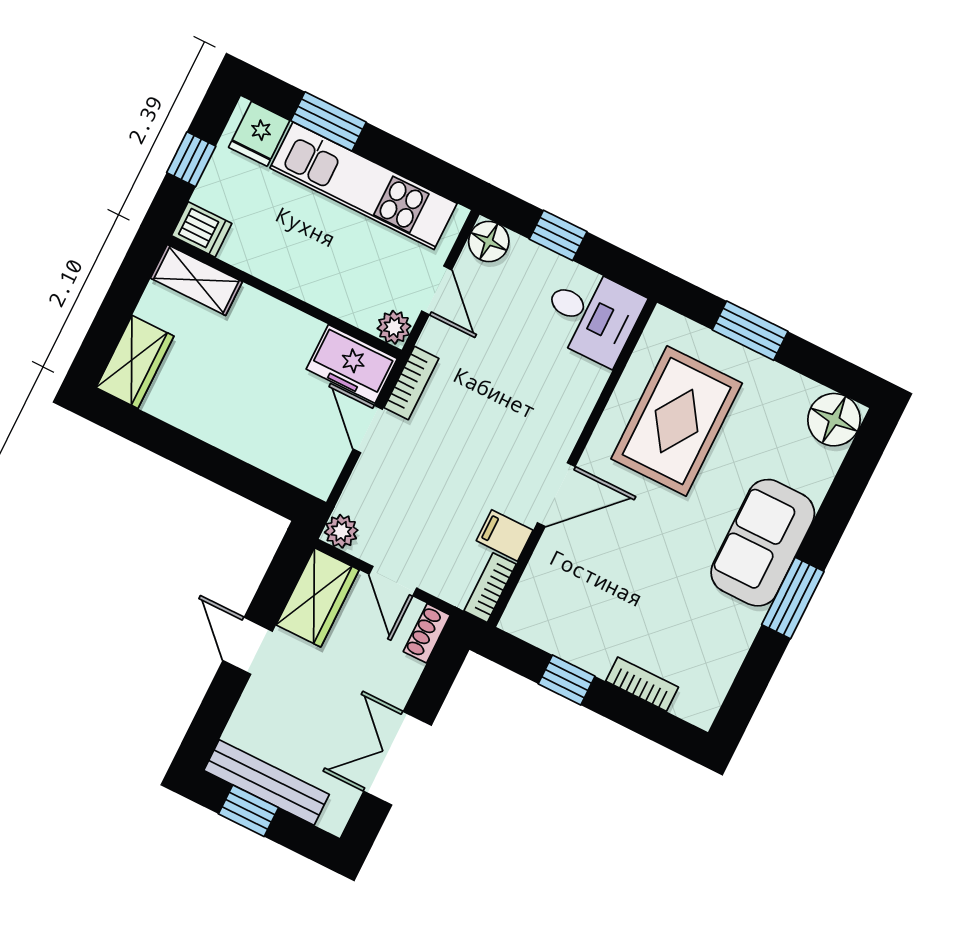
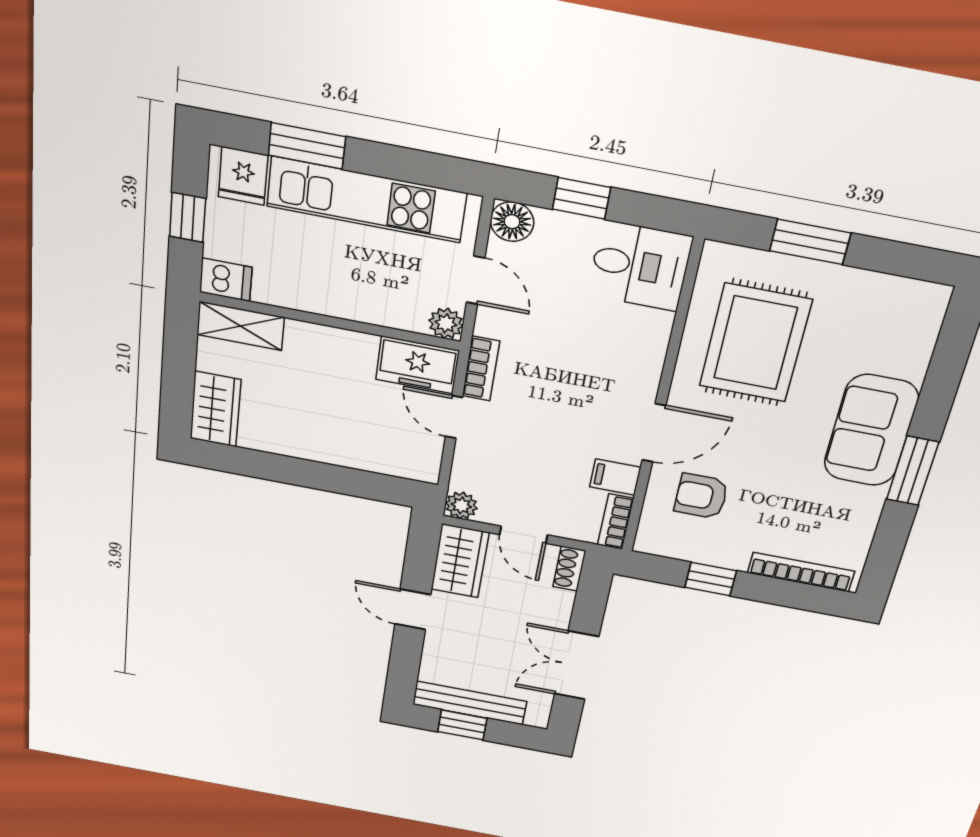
floor lamp: (834, 420) -> (920, 305), removed
armchair: (583, 578) -> (701, 496), added
bookcase: (642, 684) -> (801, 572), width x1.56

